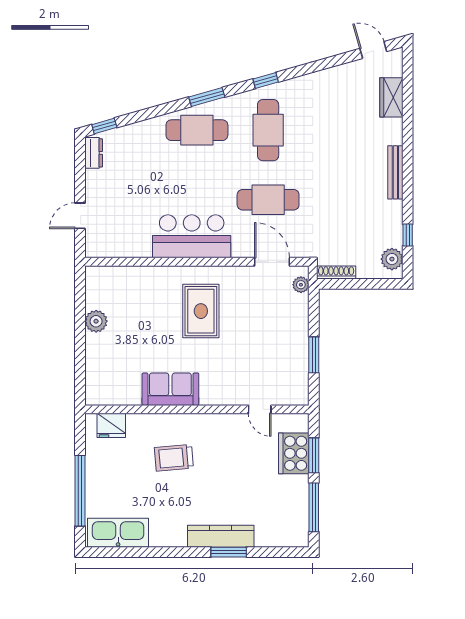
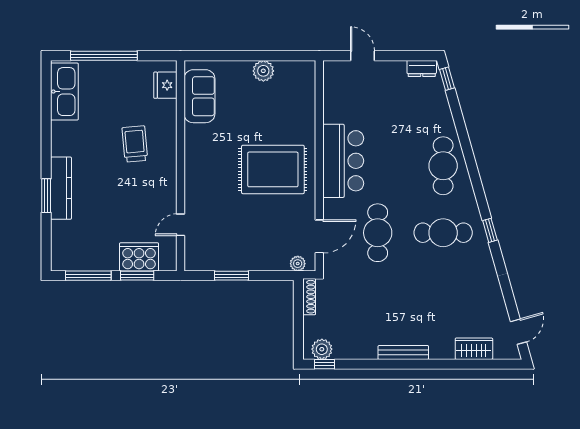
window: (207, 97) -> (474, 175), removed
window: (408, 235) -> (324, 364), moved
rug: (201, 311) -> (273, 169), width x1.37, depth x1.44
sofa: (170, 389) -> (199, 96), moved

